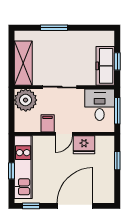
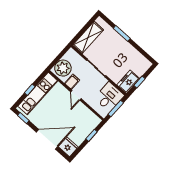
freezer: (105, 66) -> (128, 82), width x0.71
plant: (26, 100) -> (63, 68), moved
door: (64, 134) -> (76, 95), hinge flipped
fridge: (84, 145) -> (68, 147), moved, turned 180

